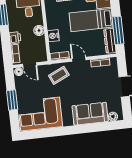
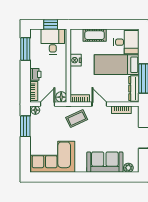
floor lamp: (39, 30) -> (61, 97), moved
nightstand: (53, 36) -> (76, 60), moved
door: (30, 65) -> (48, 104), swing flipped
window: (12, 100) -> (25, 126), moved

